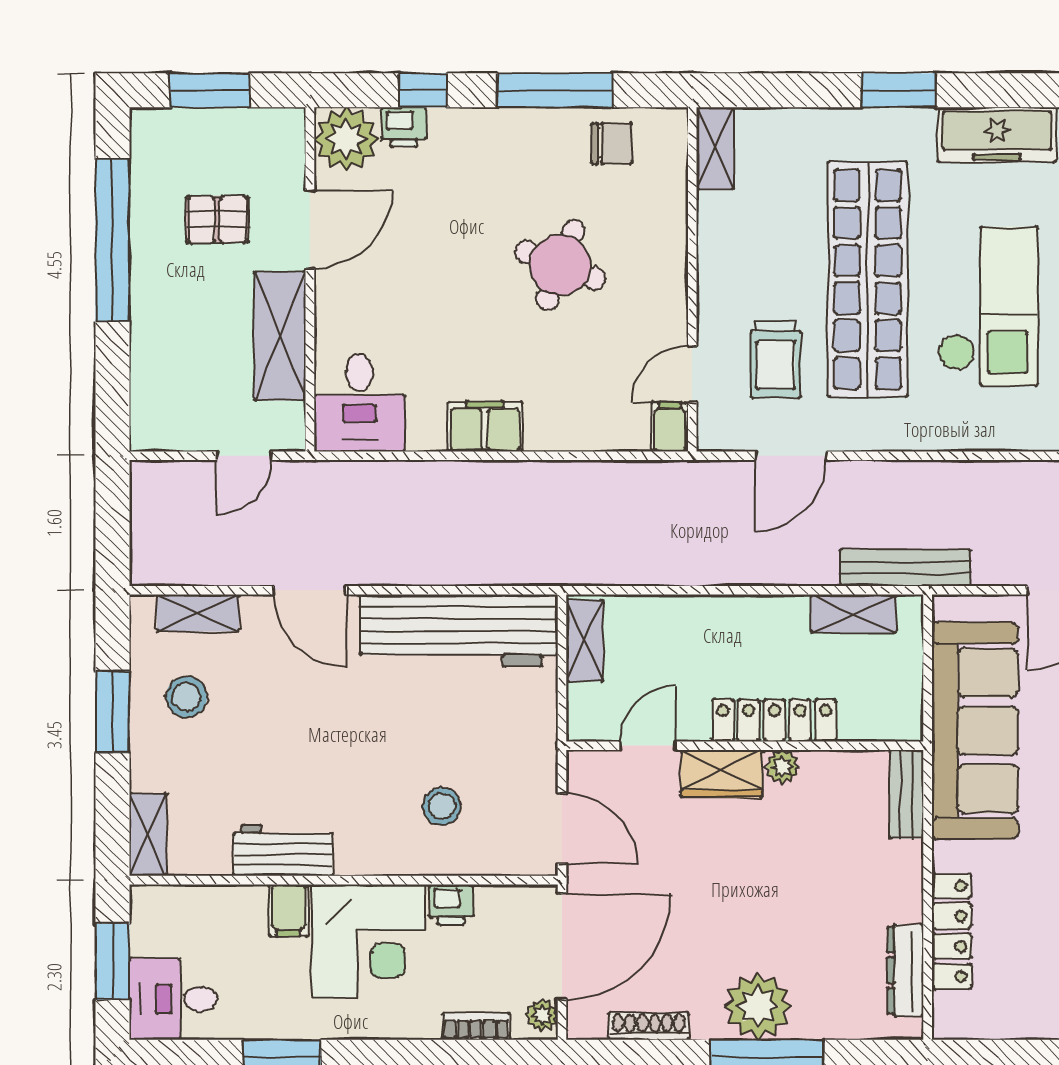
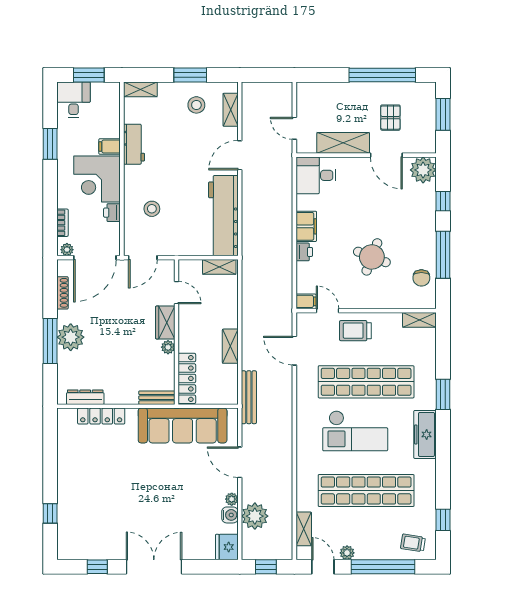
printer: (404, 127) -> (304, 252), moved, turned 180
trolley: (776, 359) -> (355, 331), moved
shelving: (854, 614) -> (230, 346), moved
locker: (774, 720) -> (187, 378), moved
door: (562, 947) -> (95, 258), hinge flipped

